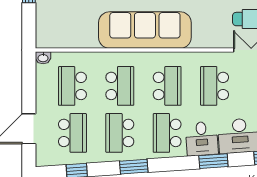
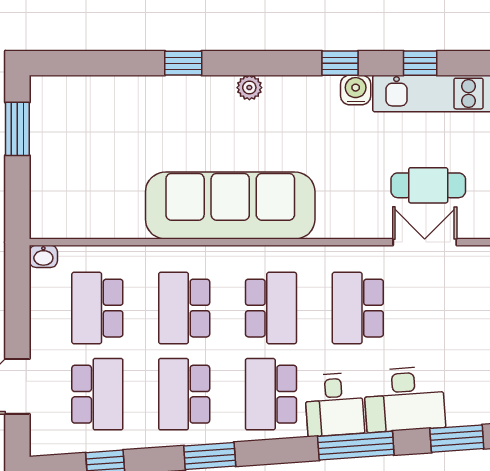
school desk: (120, 86) -> (184, 308), turned 180
window: (213, 161) -> (356, 446), width x1.44

